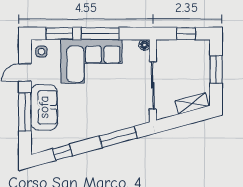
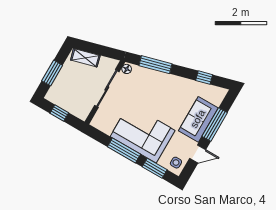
floor lamp: (144, 45) -> (127, 69), moved

